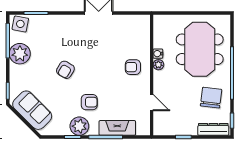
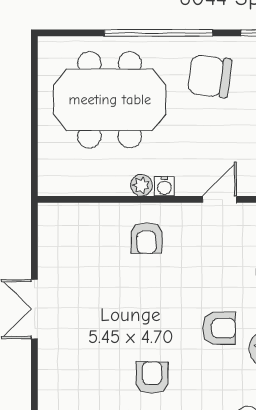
water cooler: (158, 54) -> (164, 186), moved
armchair: (65, 70) -> (152, 378), turned -121
armchair: (89, 102) -> (219, 328), turned 90

